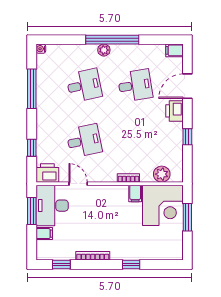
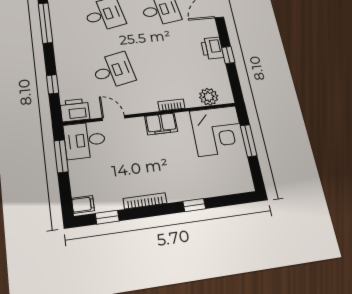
printer: (174, 111) -> (212, 48), moved
filing cabinet: (135, 194) -> (161, 124), moved, width x2.00
desk: (52, 206) -> (85, 140), width x0.73
filing cabinet: (44, 234) -> (83, 205), moved

